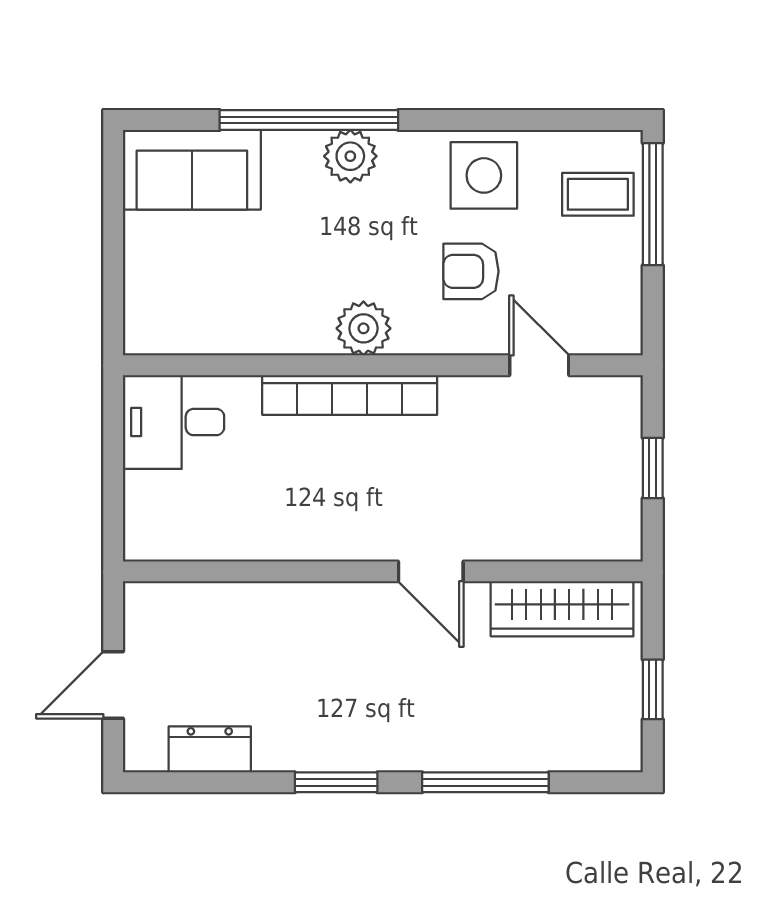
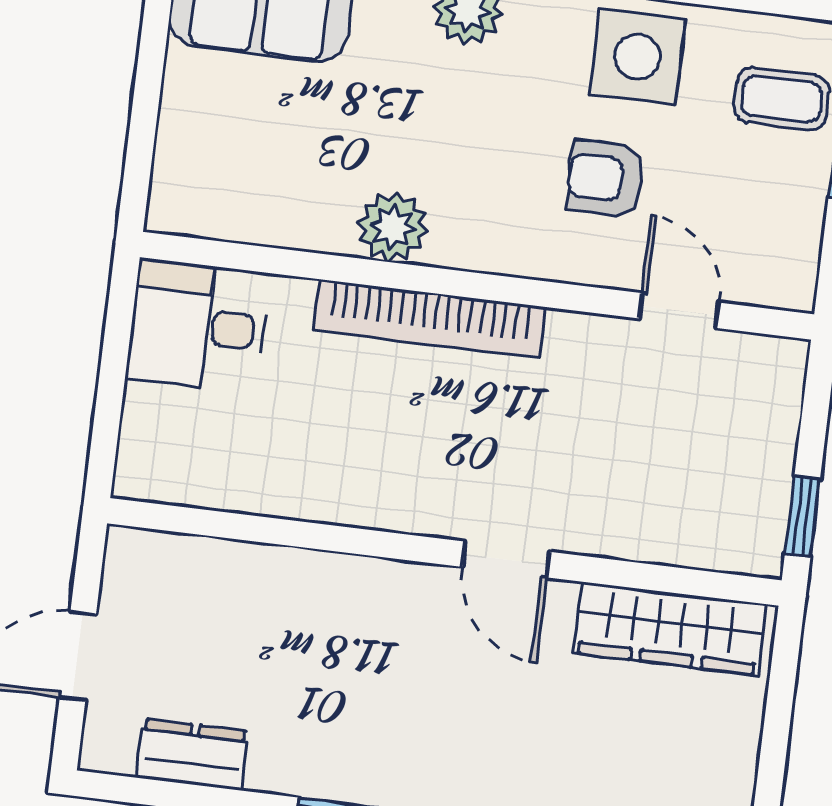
plant: (363, 328) -> (393, 227), moved
window: (653, 468) -> (803, 516), moved
window: (653, 689) -> (774, 747), removed

